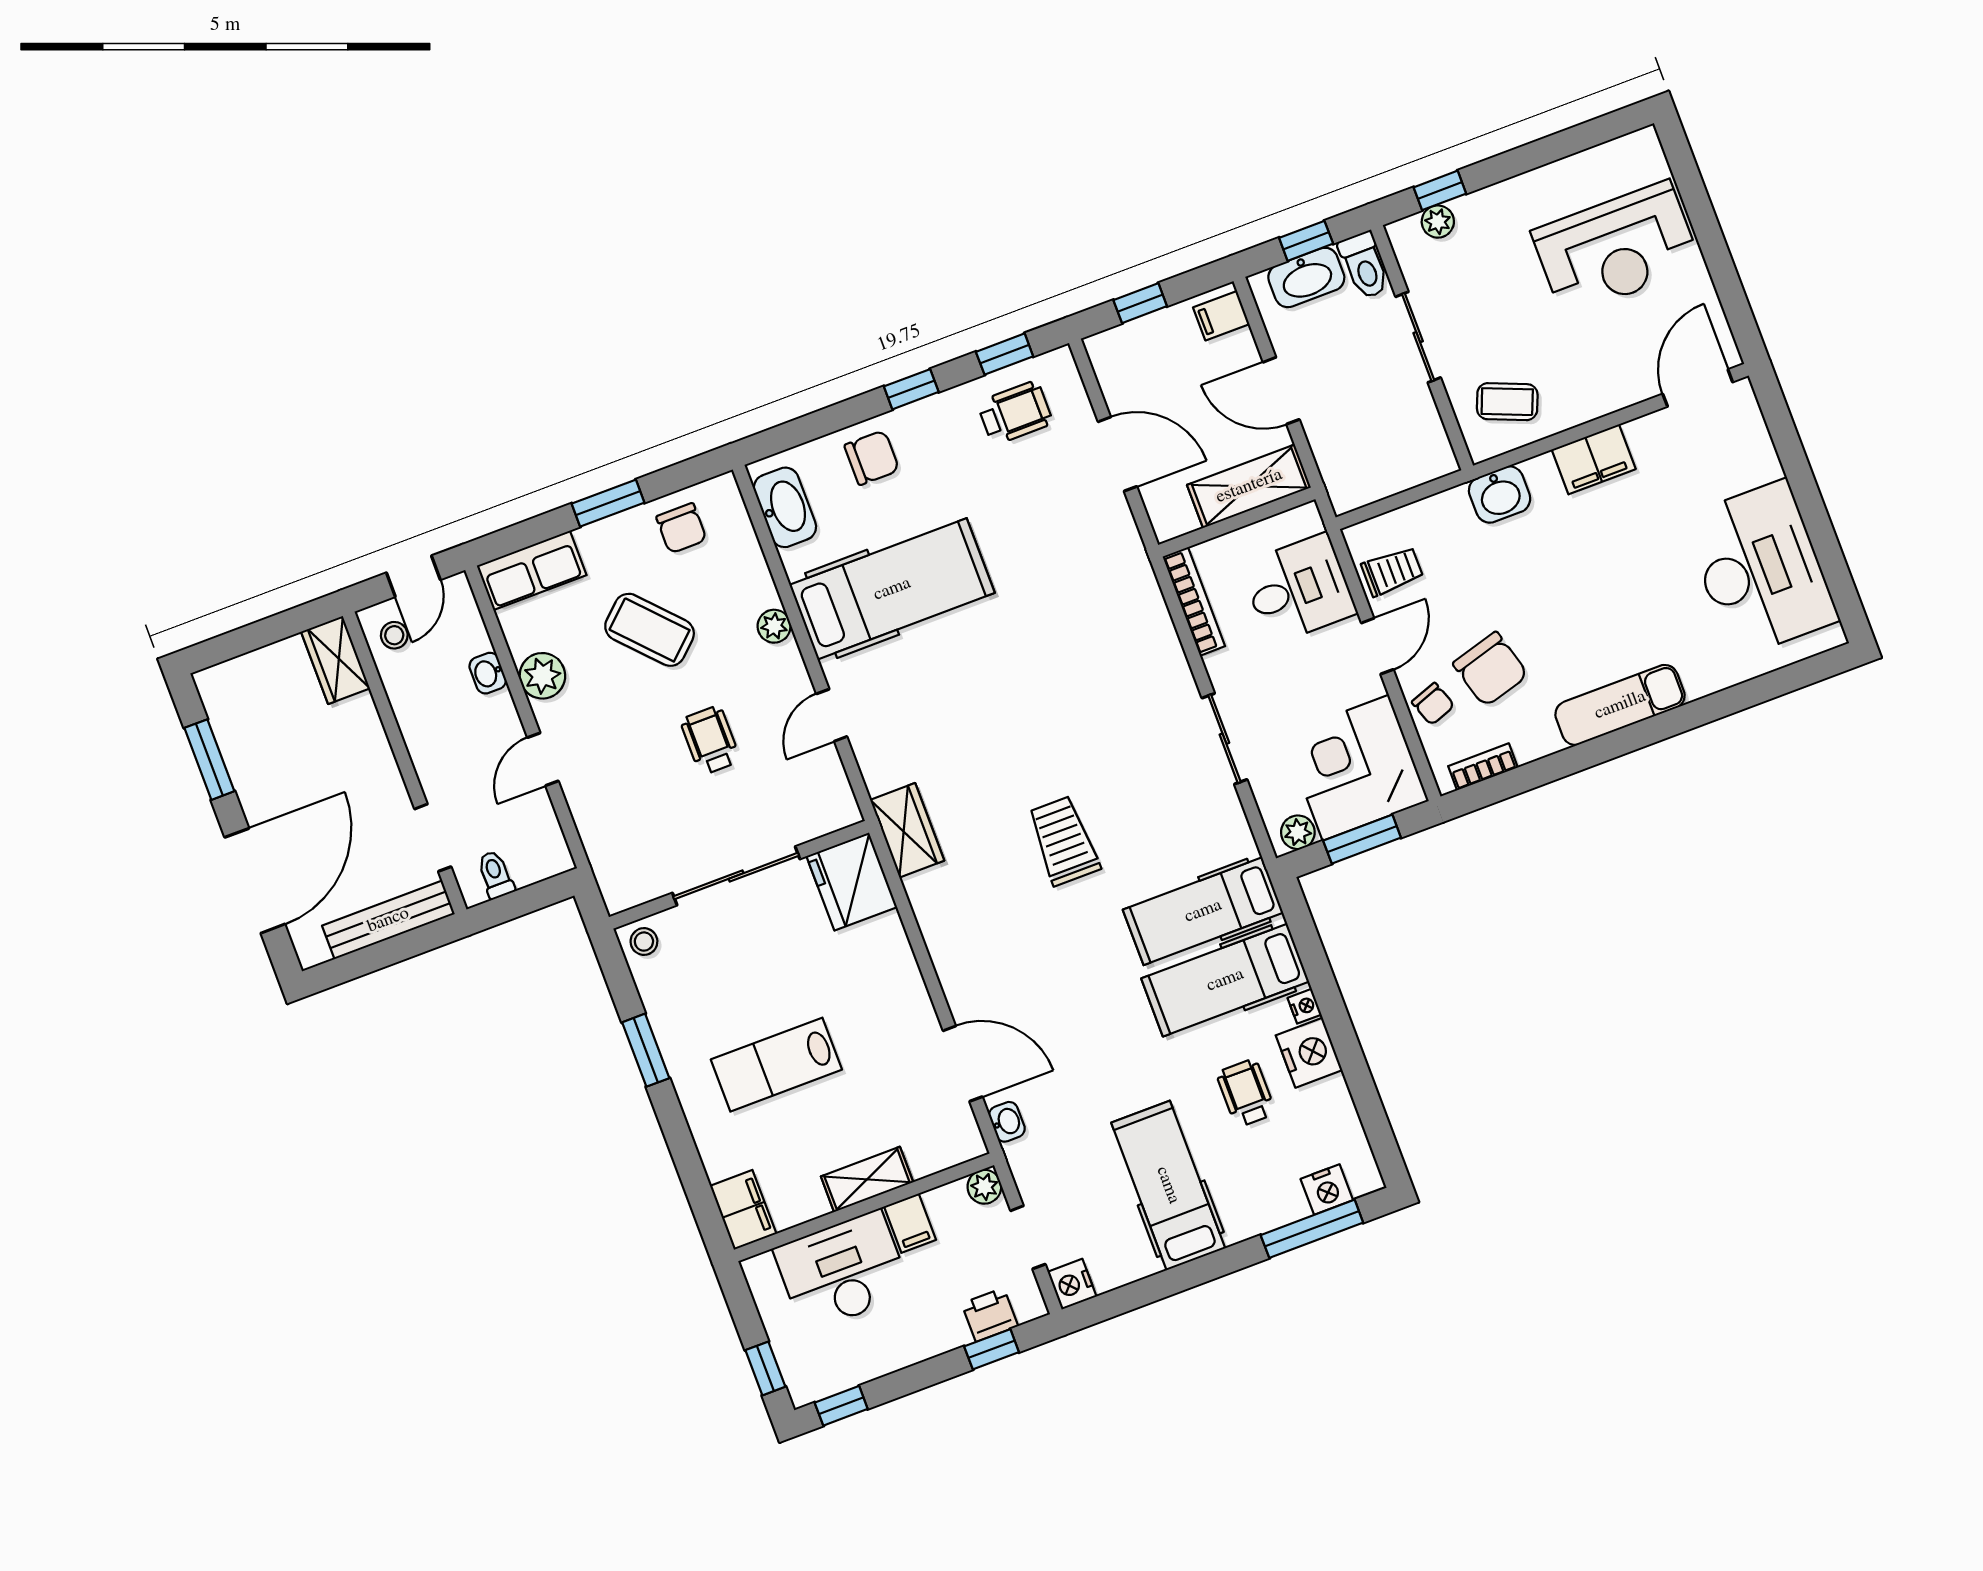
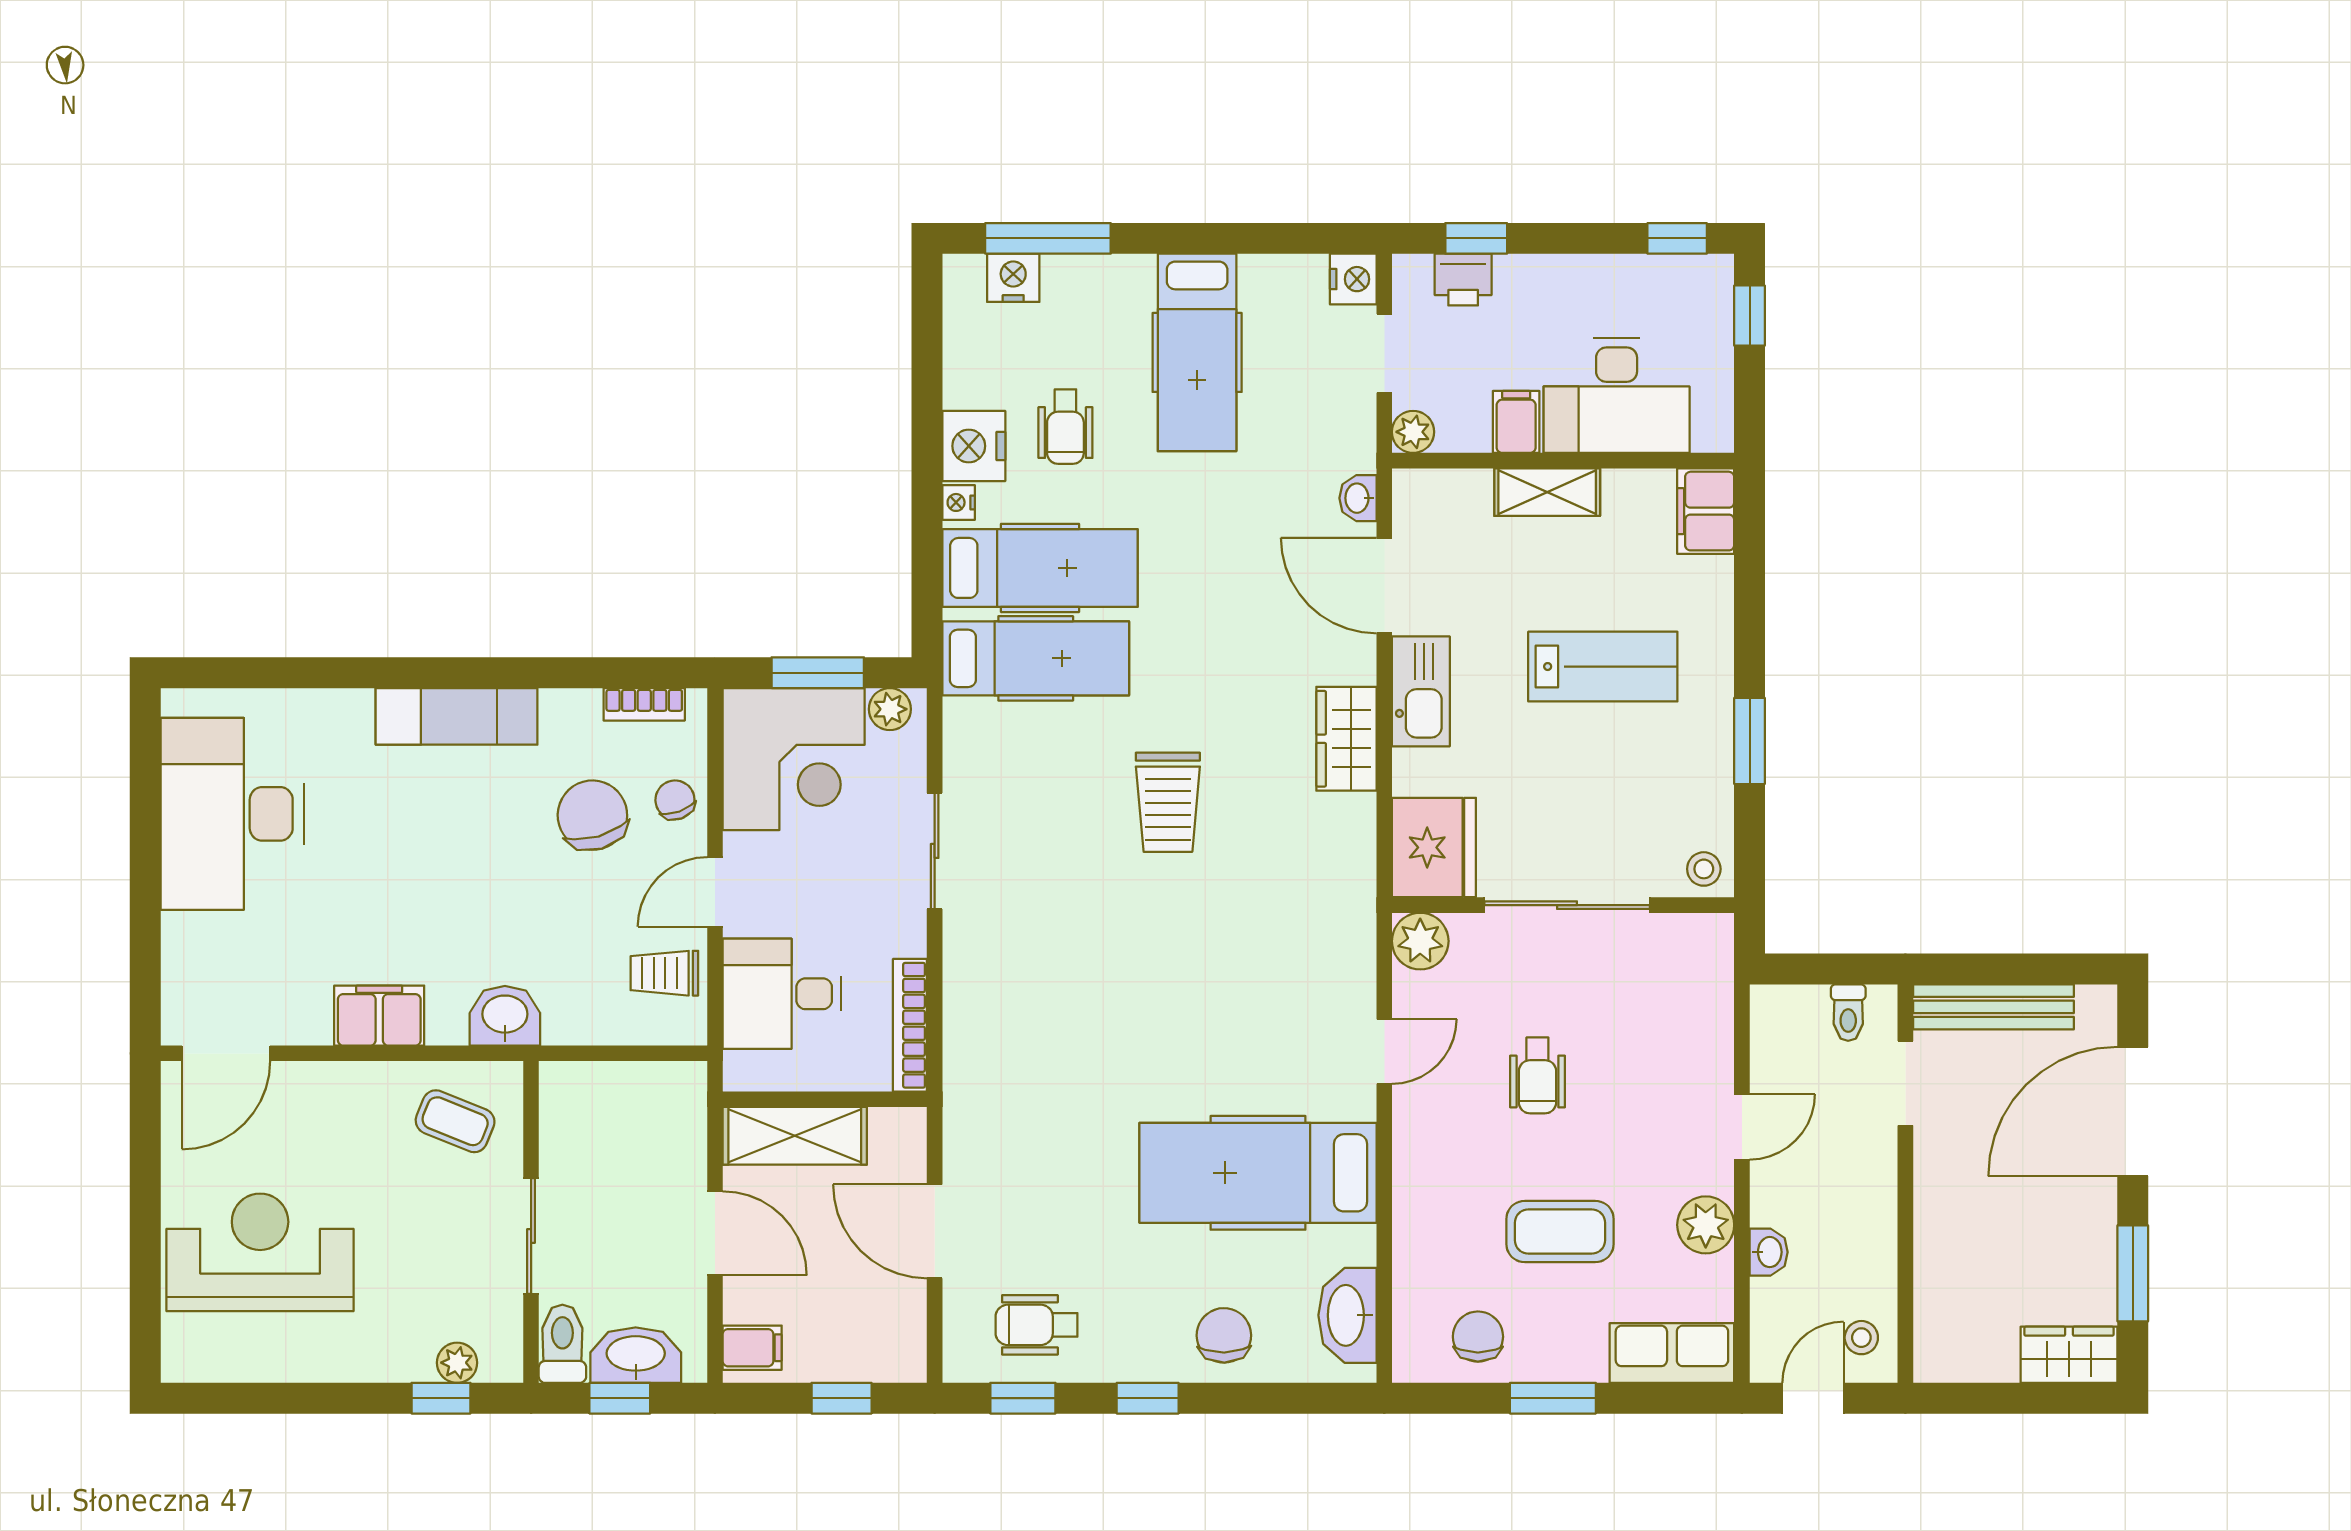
chair: (872, 458) -> (1224, 1335), turned 89
plant: (774, 626) -> (1420, 941), moved, width x1.38, depth x1.38
coffee table: (650, 630) -> (1560, 1232), turned -47
wardrobe: (335, 660) -> (2069, 1355), moved, turned -90
wardrobe: (907, 830) -> (1346, 739), moved
kitchen sink: (906, 995) -> (1421, 691), added

